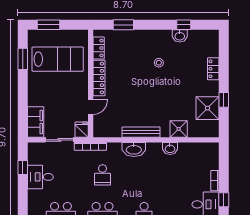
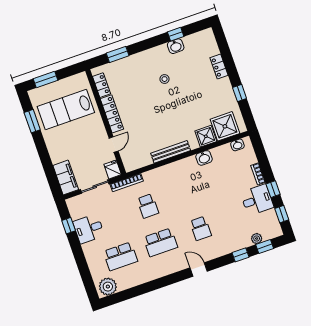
lab bench: (58, 59) -> (66, 110), turned 180
shower: (208, 108) -> (225, 126), moved
washbasin: (134, 149) -> (237, 145), moved, width x0.52, depth x0.69

